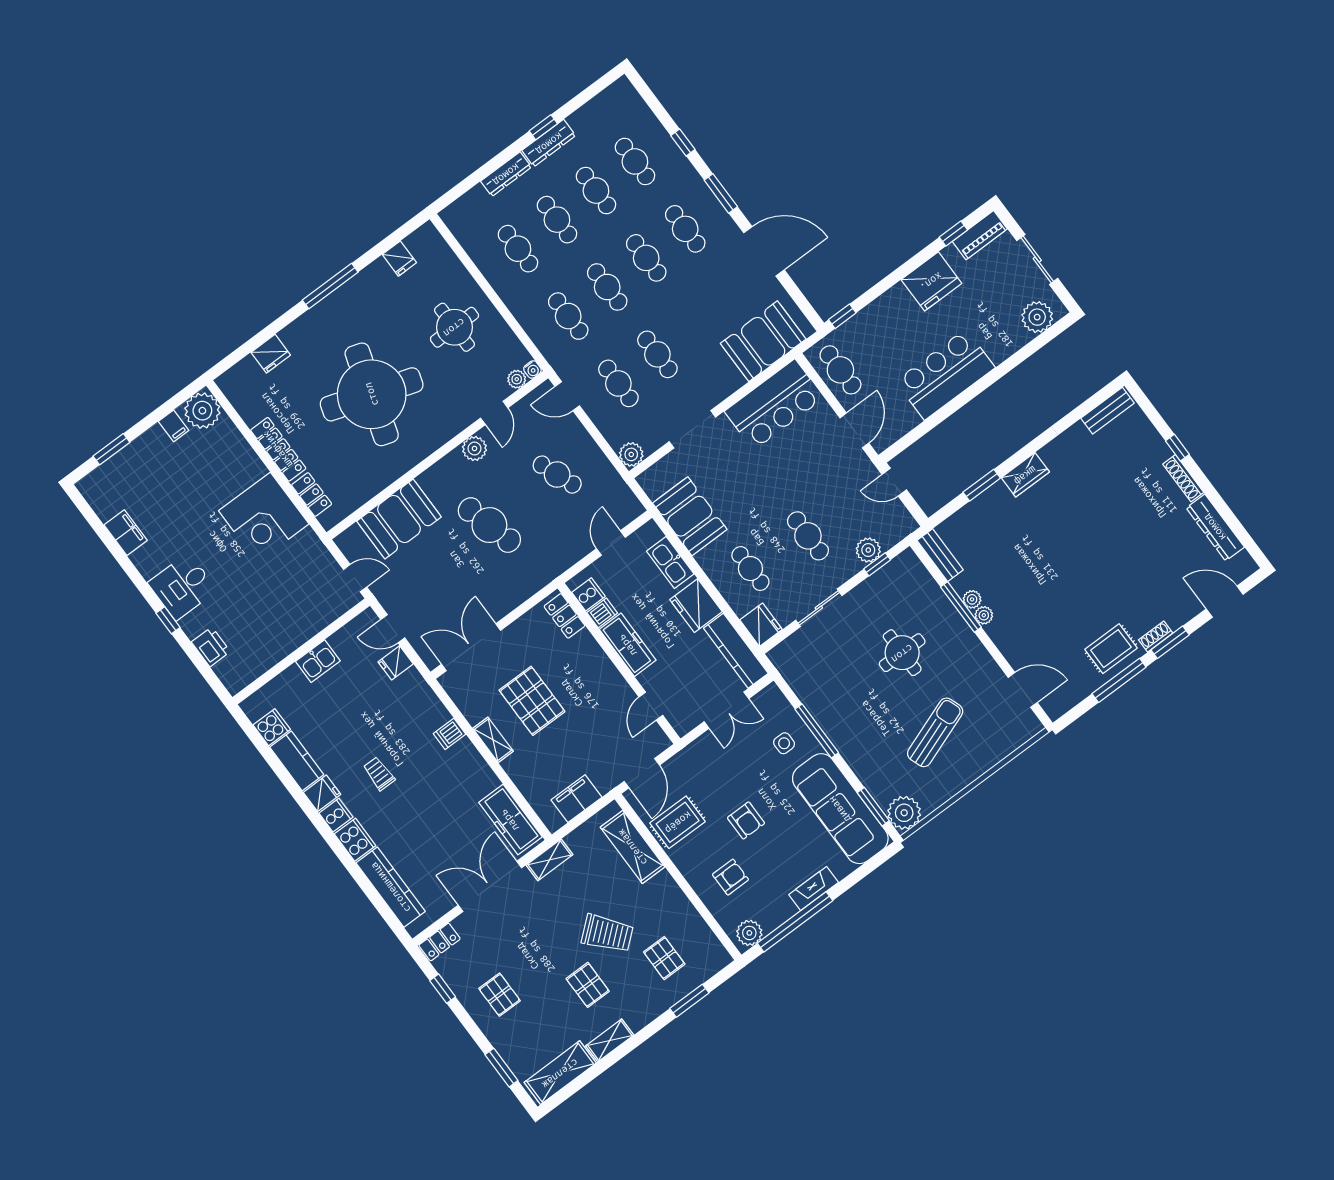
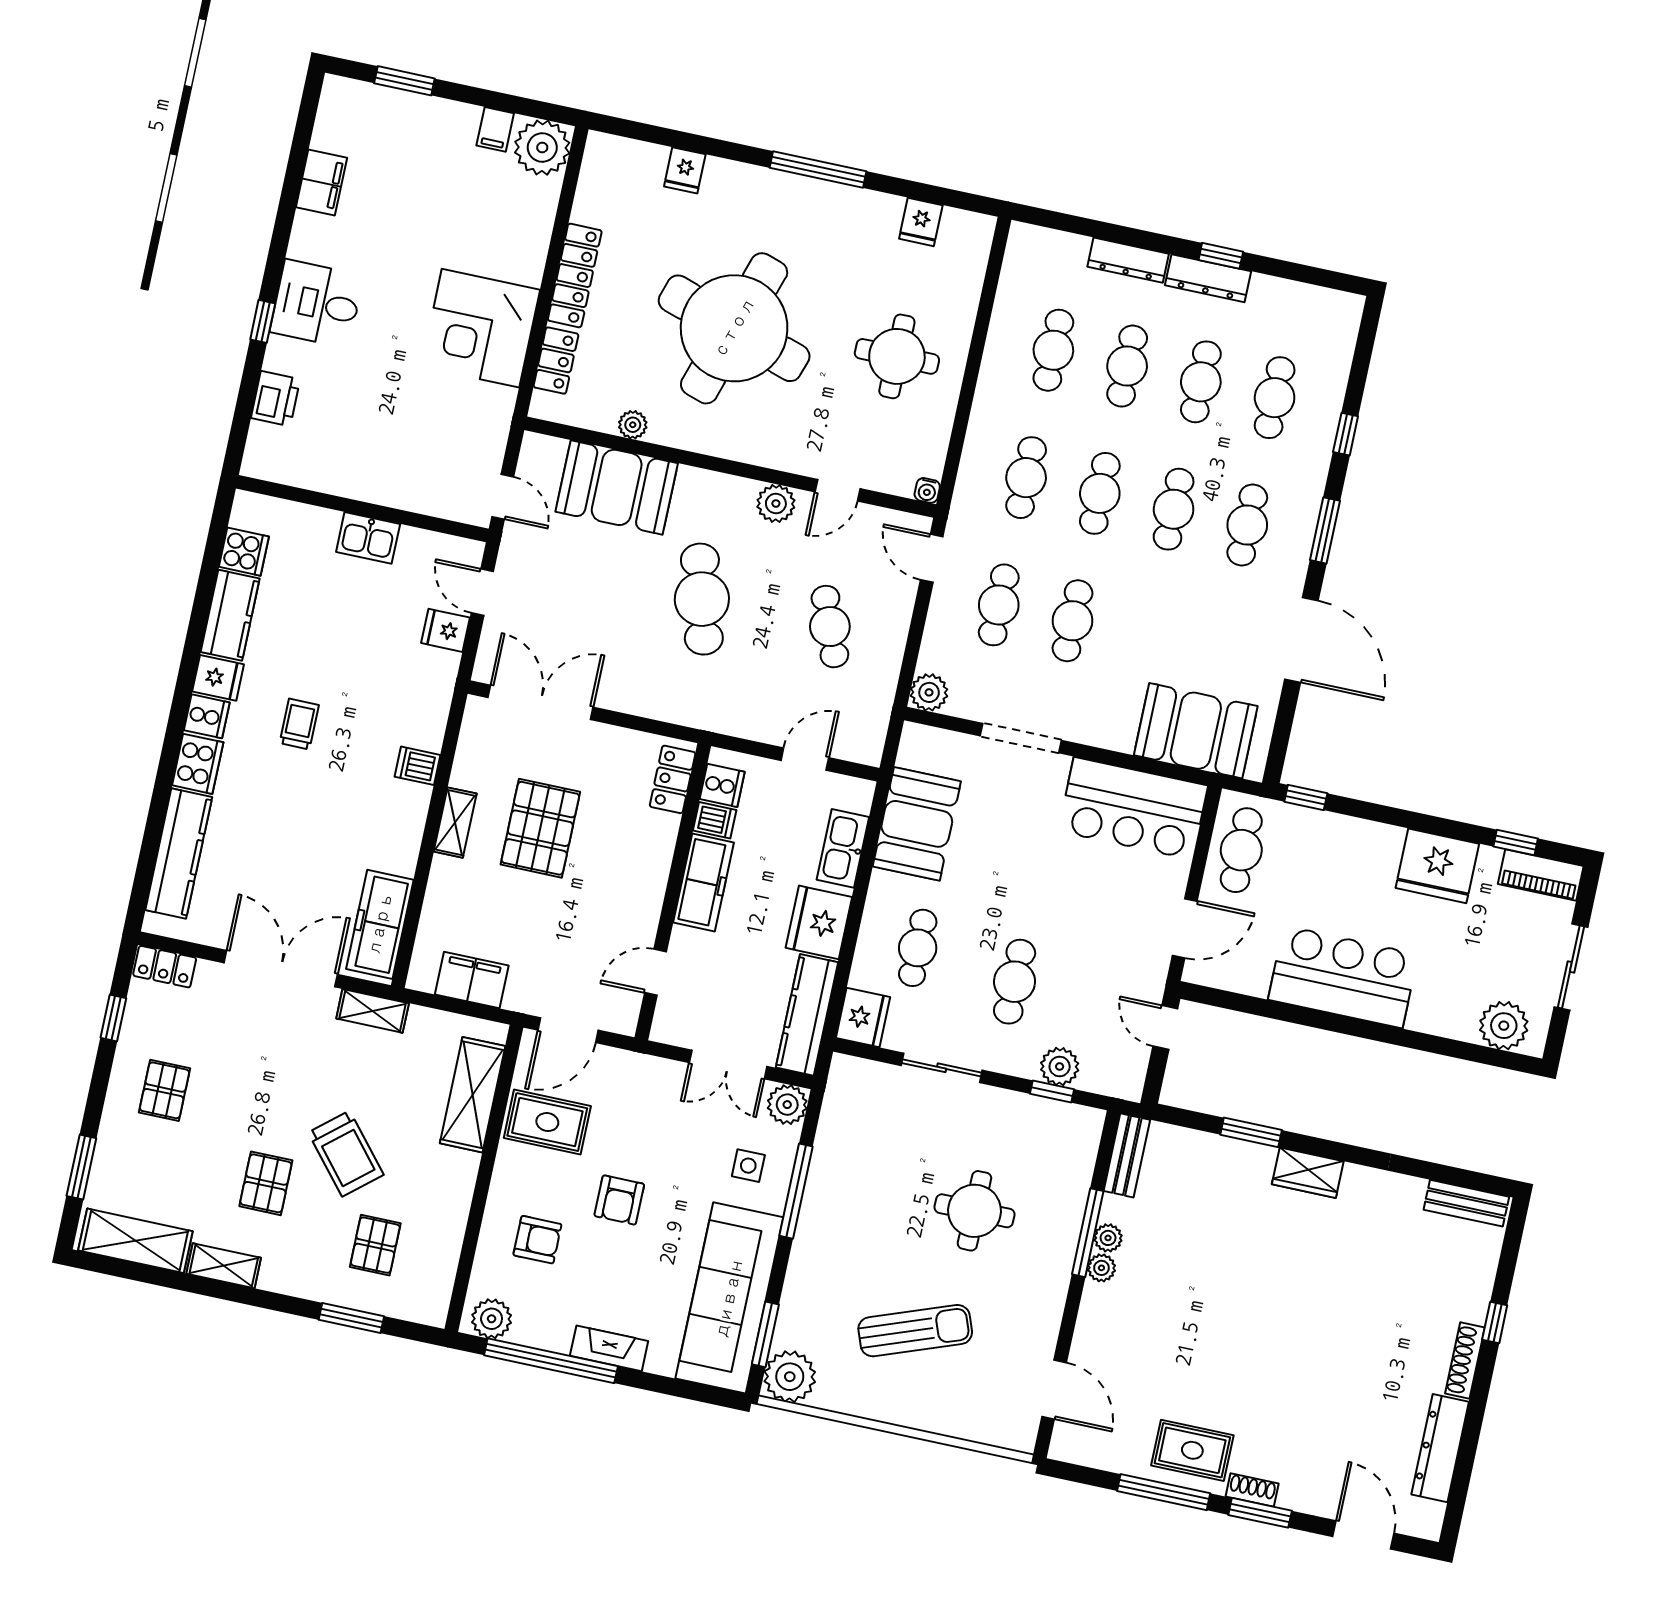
fridge: (271, 354) -> (685, 170), width x0.72
plant: (517, 379) -> (633, 425), moved
plant: (771, 698) -> (787, 1105), added

